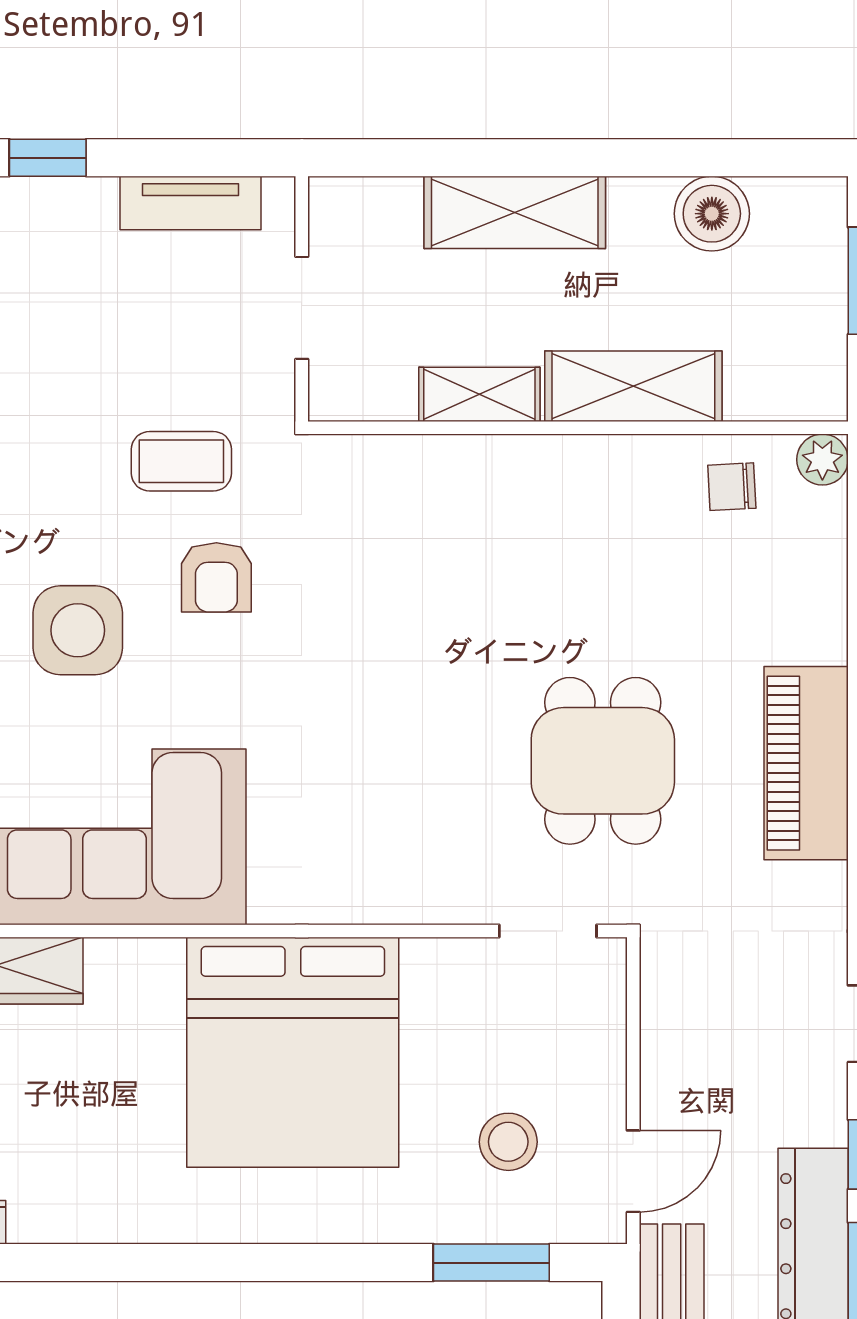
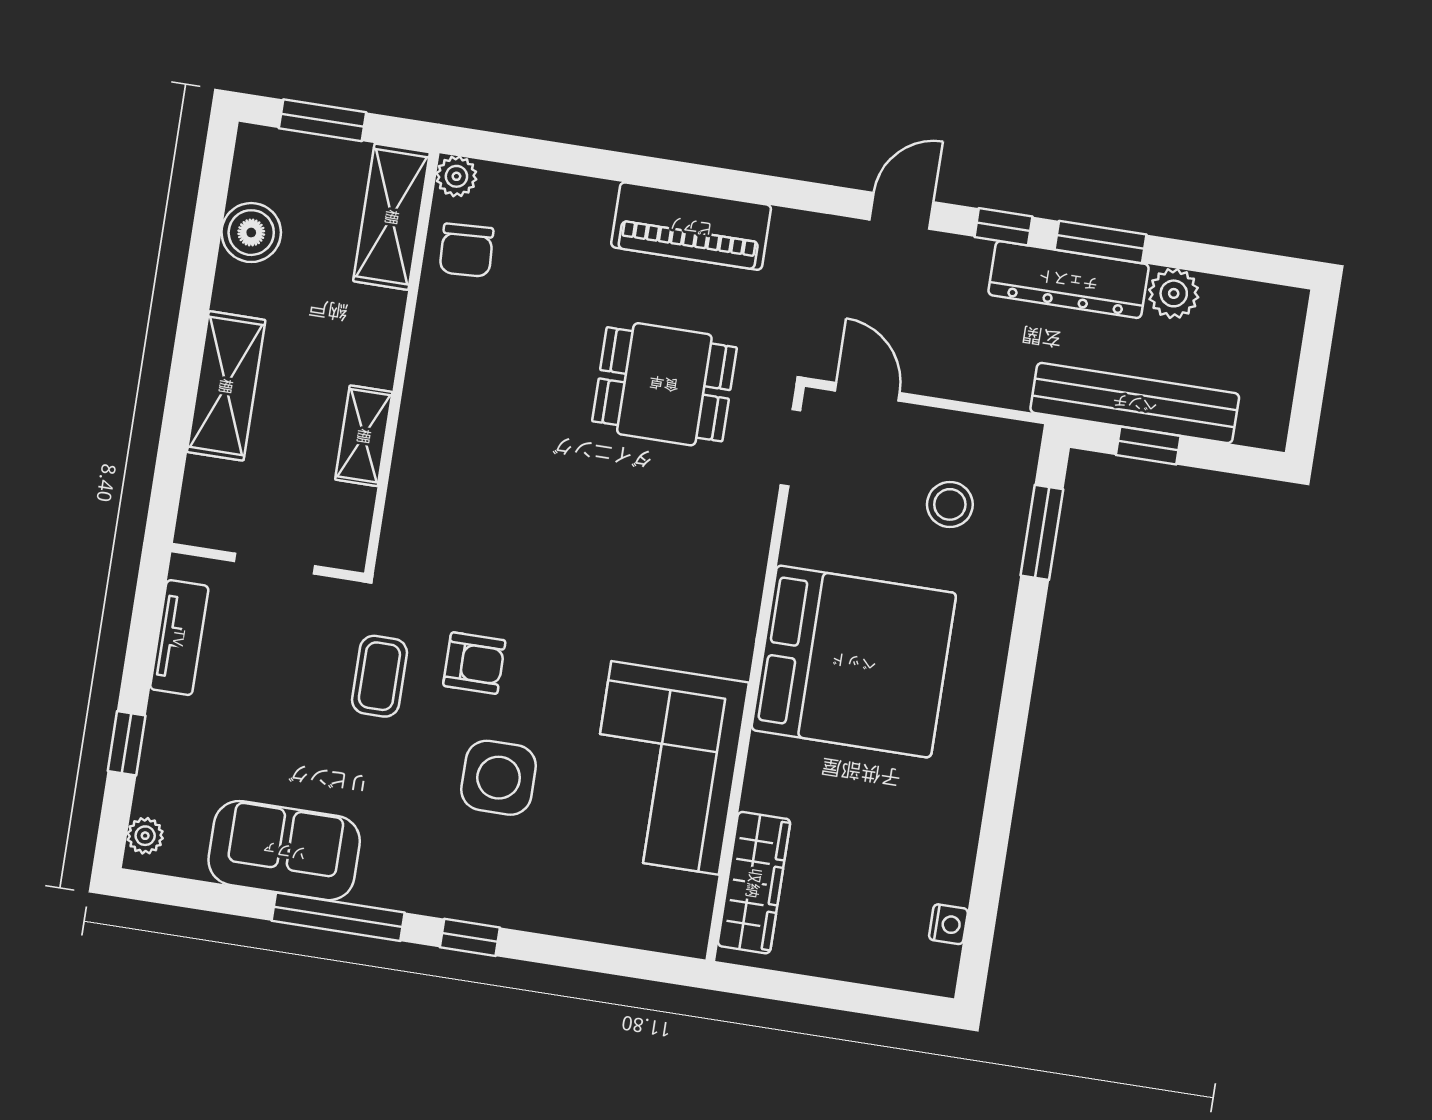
shelving: (633, 386) -> (392, 217), moved
chair: (732, 487) -> (466, 250), width x1.37, depth x1.37
door: (633, 1171) -> (867, 392), moved

